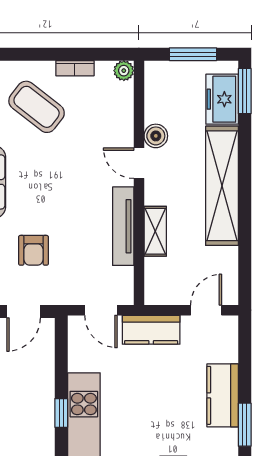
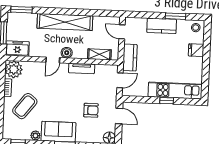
plant: (124, 71) -> (14, 69), width x1.87, depth x1.87
freezer: (222, 99) -> (17, 49), moved, turned 180
boiler: (156, 136) -> (67, 53), moved
tv unit: (123, 226) -> (82, 68), width x0.71
shelving: (155, 231) -> (99, 54), moved

